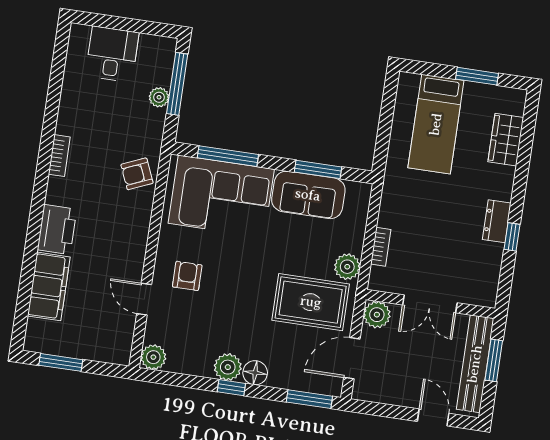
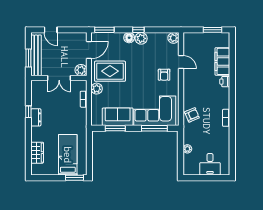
window: (477, 76) -> (74, 178), moved
window: (177, 84) -> (180, 156), removed
printer: (57, 230) -> (225, 82), width x0.53, depth x0.68
double door: (430, 304) -> (59, 78), swing flipped

